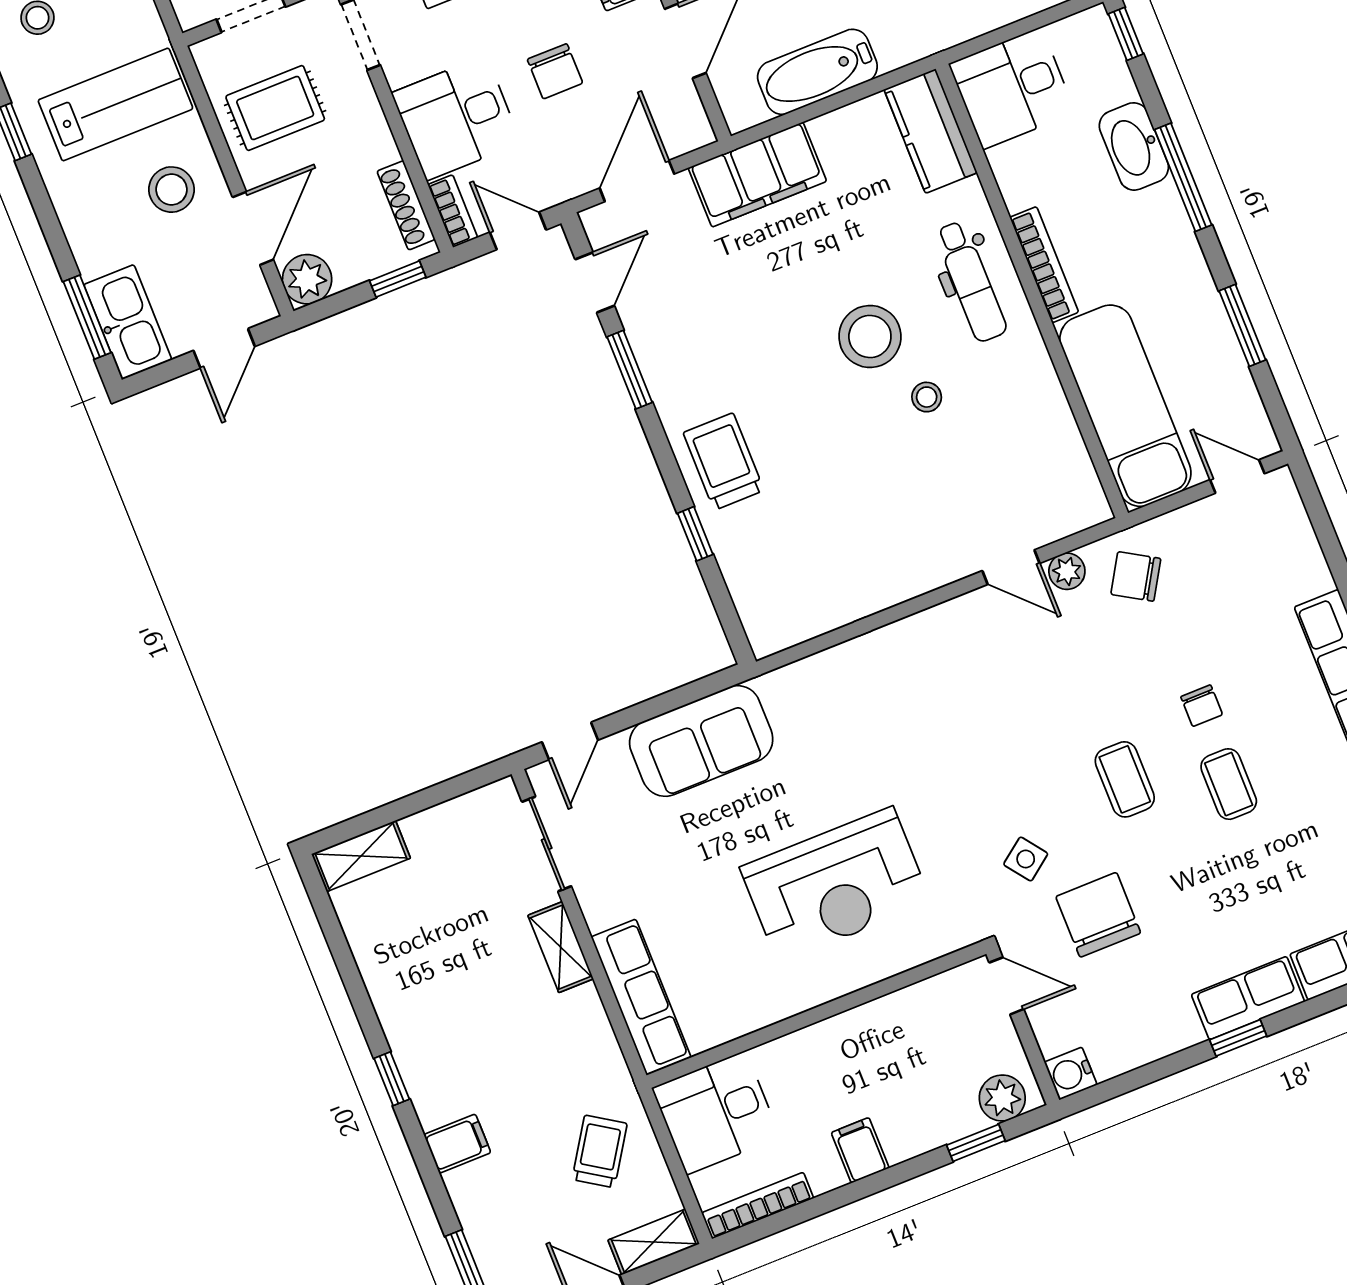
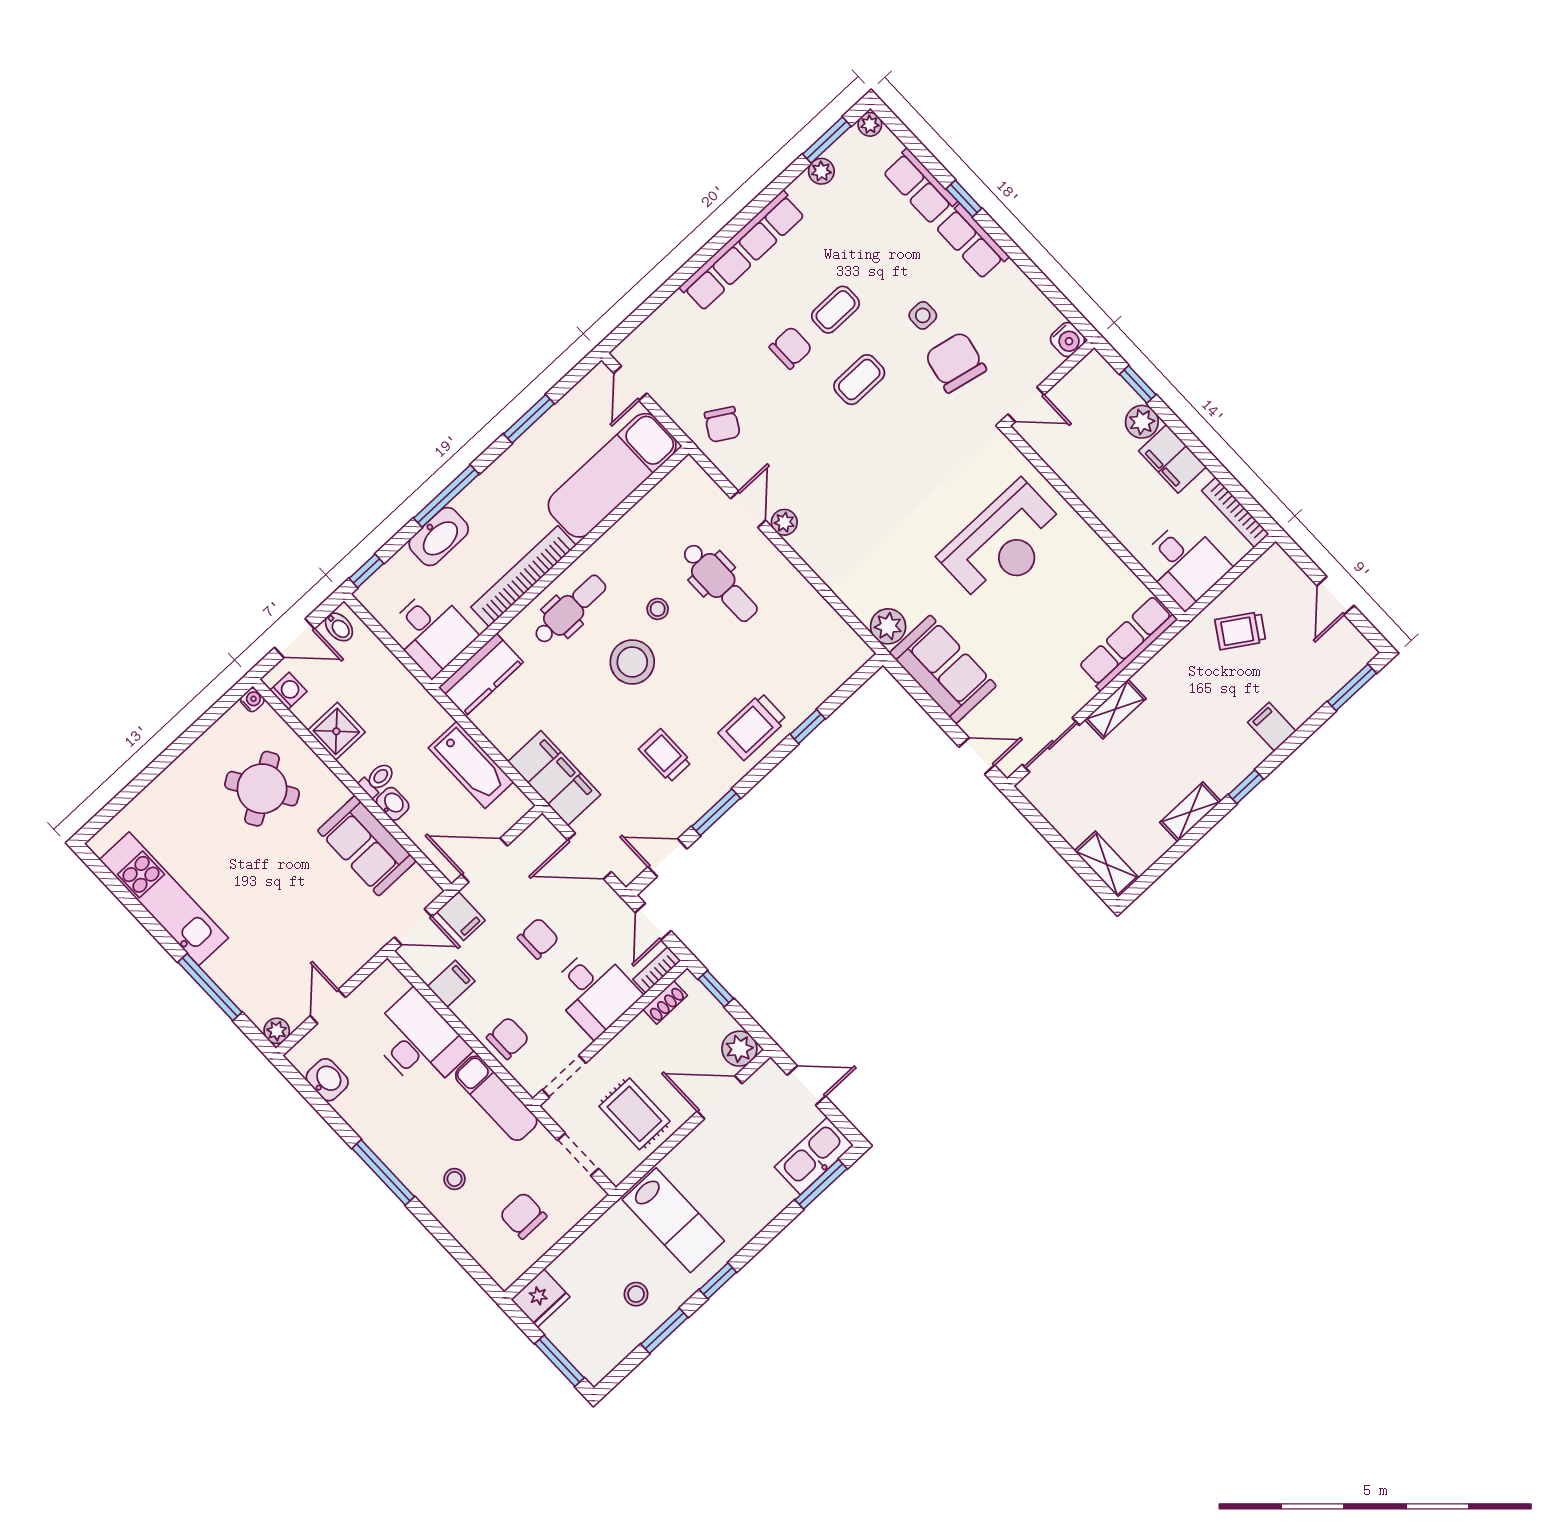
lab bench: (115, 104) -> (673, 1220), turned 180
stool: (171, 190) -> (715, 1161), removed
shoe rack: (406, 205) -> (665, 1002), width x0.70
bookcase: (1044, 265) -> (524, 576), width x1.48, depth x1.31
trolley: (730, 332) -> (665, 756), added
dental chair: (930, 492) -> (720, 582), added
plant: (1067, 571) -> (784, 522), moved
plant: (786, 691) -> (888, 626), added
chair: (1202, 706) -> (791, 348), width x1.37, depth x1.37
side table: (1026, 859) -> (923, 315), moved, turned 37
reception desk: (835, 885) -> (1003, 544), turned 90
chair: (1098, 915) -> (956, 362), turned 102
door: (1006, 986) -> (1026, 405), swing flipped
window: (1238, 1038) -> (964, 199), moved
plant: (1002, 1098) -> (1142, 422), moved
filing cabinet: (860, 1150) -> (1172, 459), width x2.00
shelving: (654, 1242) -> (1190, 812), moved, turned 90

